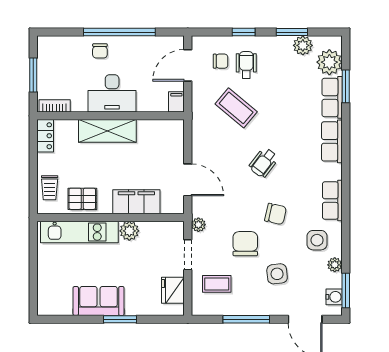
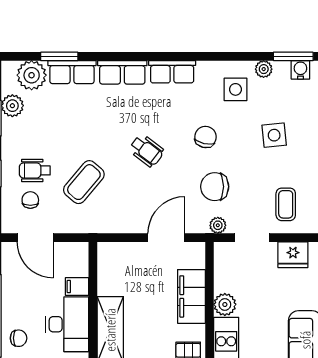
filing cabinet: (176, 102) -> (77, 286), moved
row of seats: (332, 201) -> (172, 72), moved
chair: (245, 244) -> (215, 187), moved

